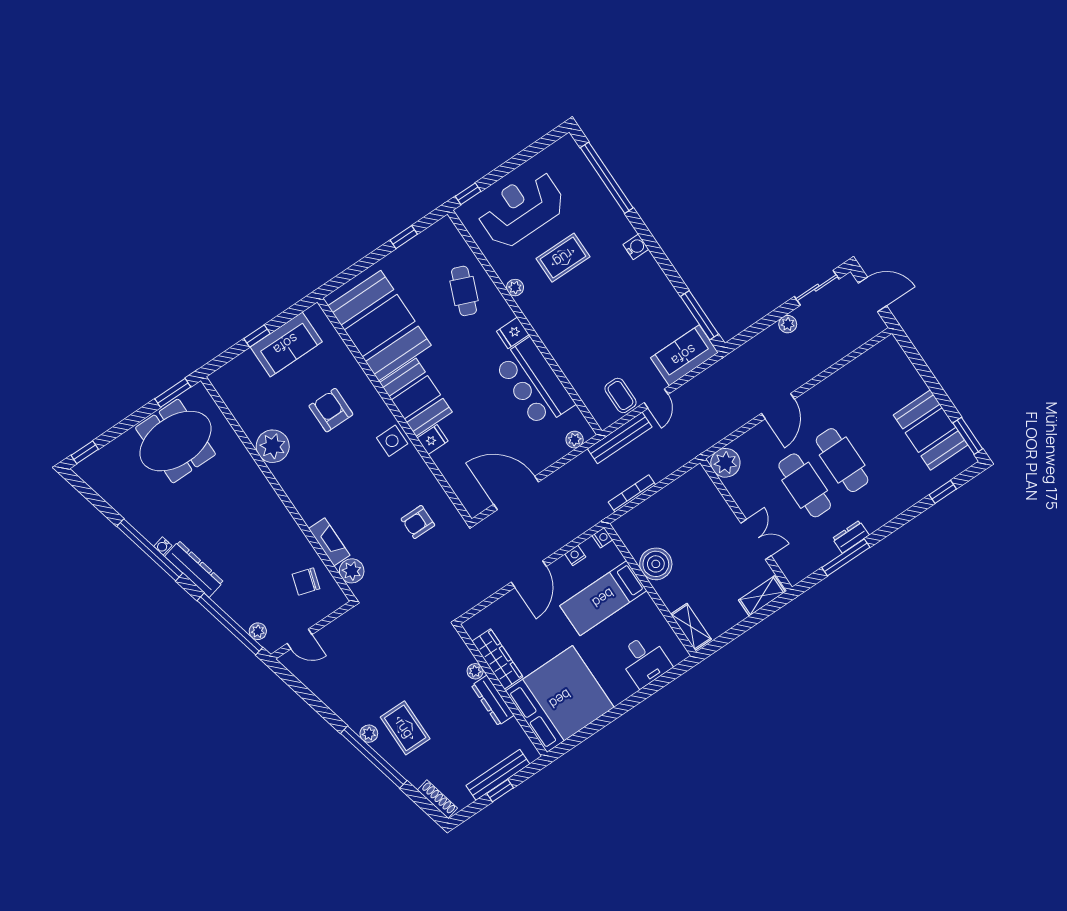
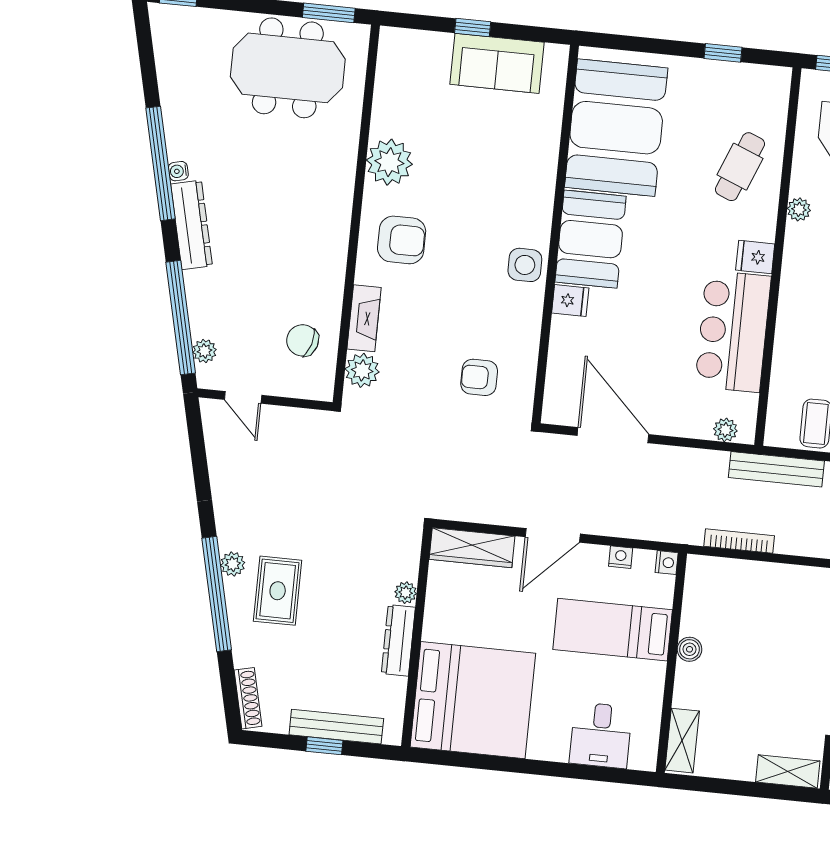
armchair: (331, 410) -> (402, 240), moved, turned 90
boiler: (656, 564) -> (690, 649), width x0.54, depth x0.54
wardrobe: (497, 659) -> (472, 548), moved, turned 90

